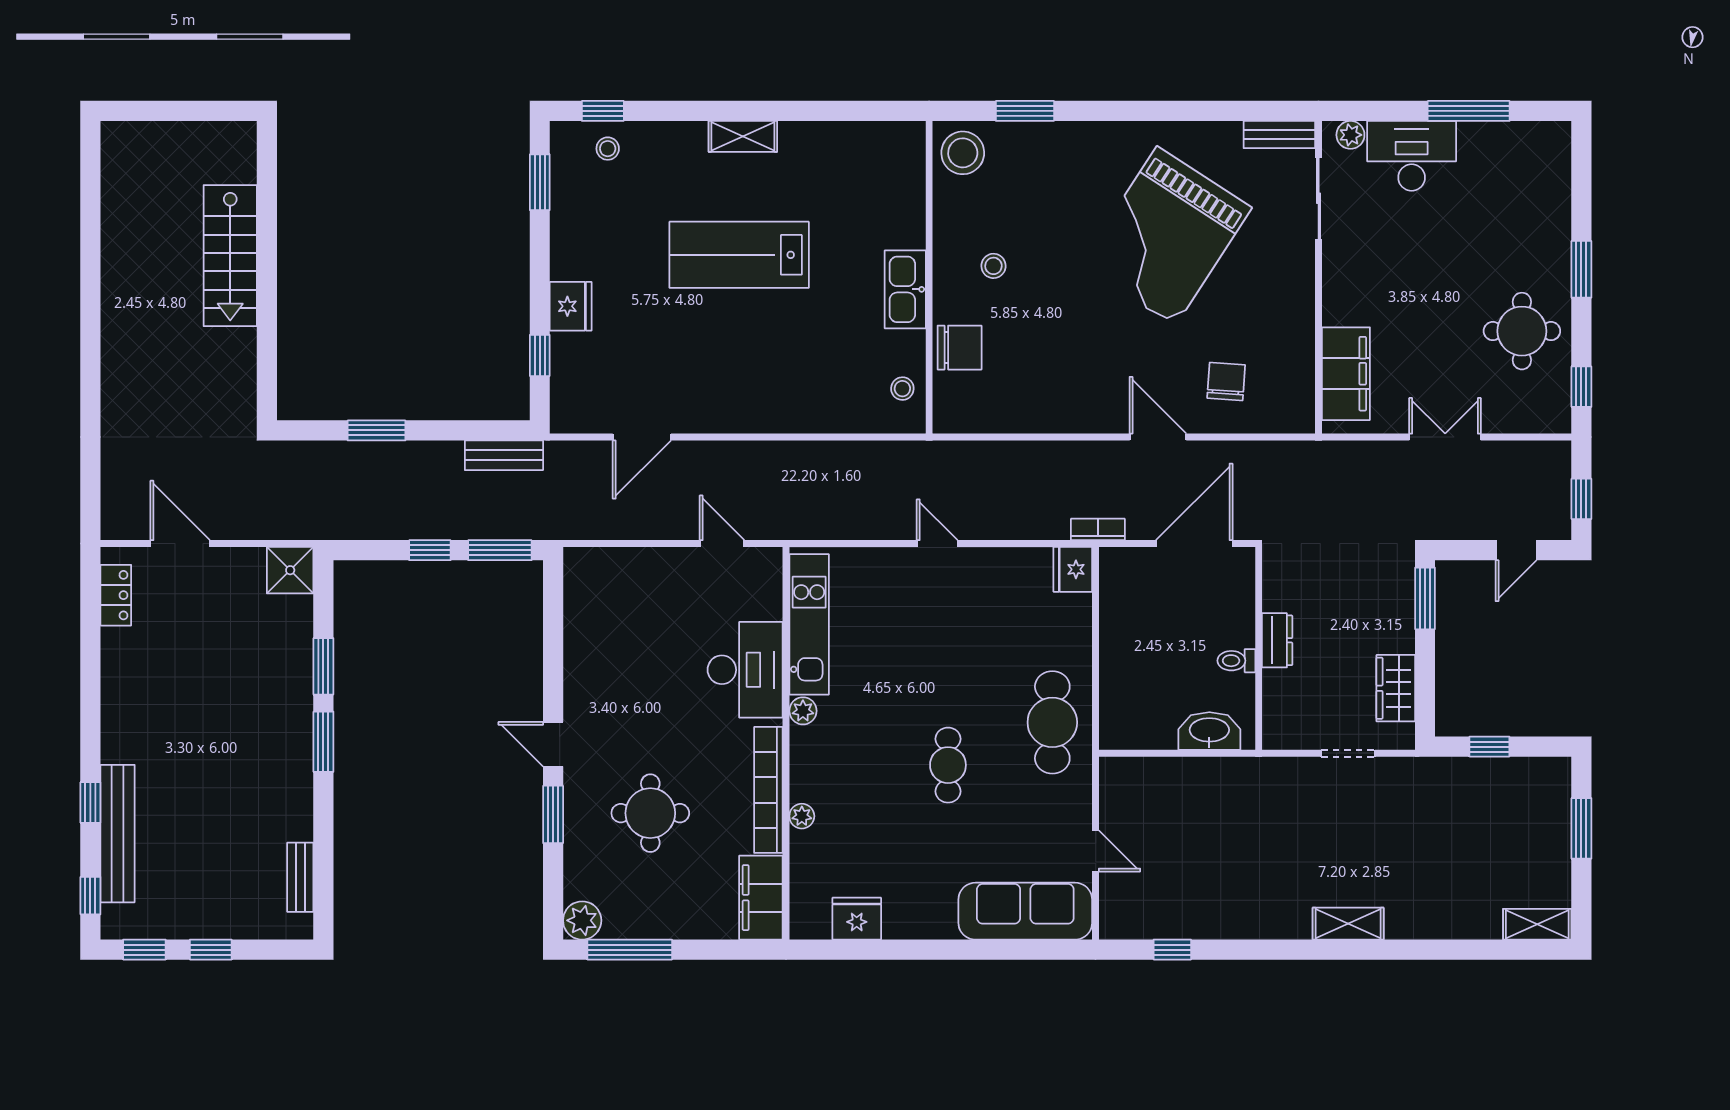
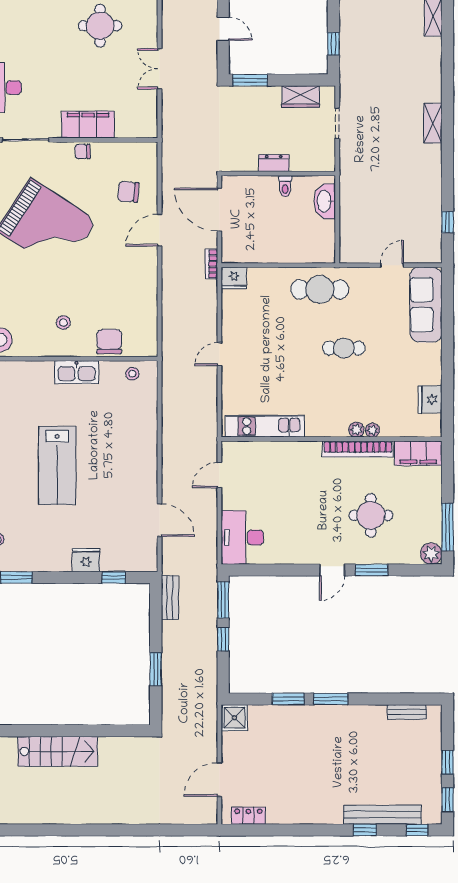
chair: (1298, 300) -> (83, 151), added
filing cabinet: (1346, 374) -> (88, 125), moved
desk: (745, 670) -> (242, 538), moved, turned -90
plant: (803, 711) -> (356, 430), moved

